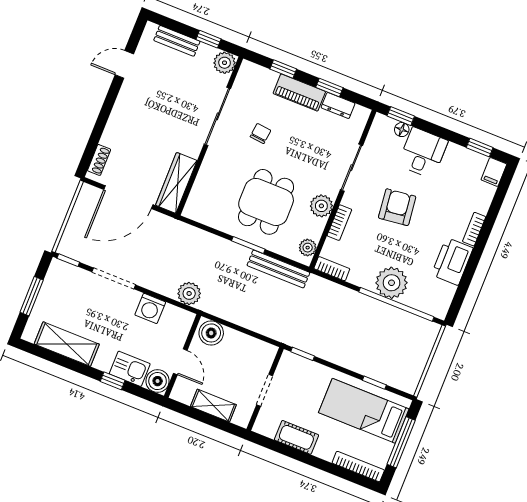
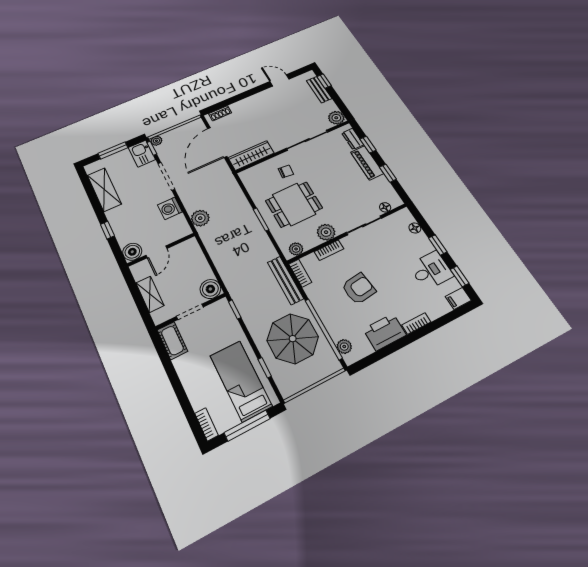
window: (208, 39) -> (324, 81), moved
dresser: (338, 106) -> (353, 139), moved
window: (401, 116) -> (438, 245), moved
floor lamp: (356, 130) -> (385, 207), added
chair: (260, 134) -> (286, 171), moved
desk: (423, 153) -> (431, 270), moved
door: (128, 197) -> (217, 142), hinge flipped
armchair: (397, 207) -> (359, 289), moved
plant: (65, 248) -> (156, 141), added
bench: (278, 269) -> (285, 280), moved
plant: (392, 283) -> (344, 347), moved, width x0.53, depth x0.53
boiler: (211, 333) -> (210, 289), moved
parasol: (377, 336) -> (293, 339), added
kitchen sink: (130, 369) -> (142, 154), moved, turned 180
cot: (296, 437) -> (172, 341), moved
bookcase: (358, 467) -> (206, 424), width x0.64

